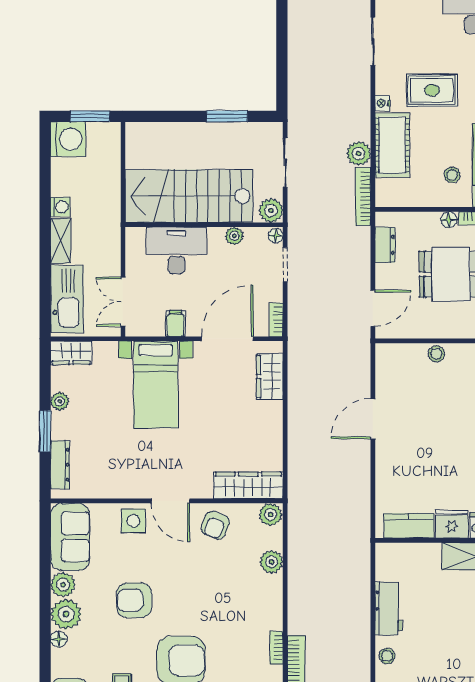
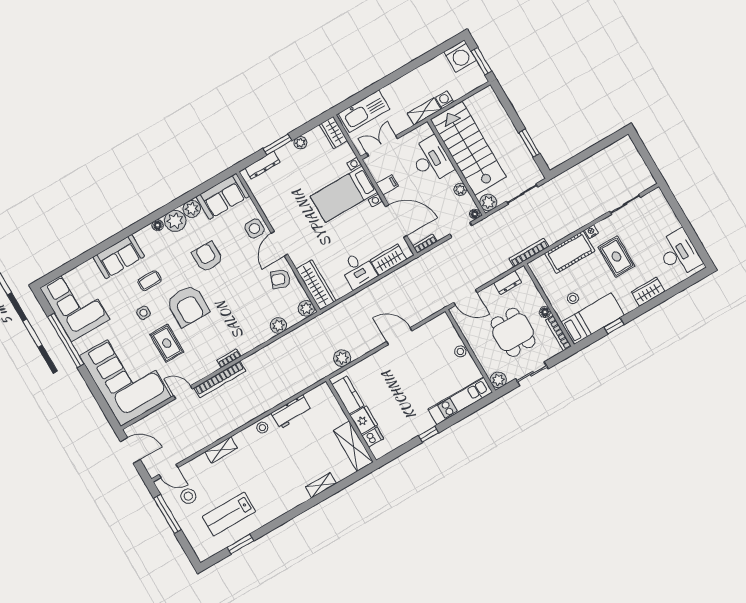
plant: (359, 154) -> (342, 358), moved
washing machine: (60, 207) -> (445, 100), moved, turned 180
shelving: (61, 241) -> (424, 111), moved
desk: (260, 422) -> (358, 270), added

